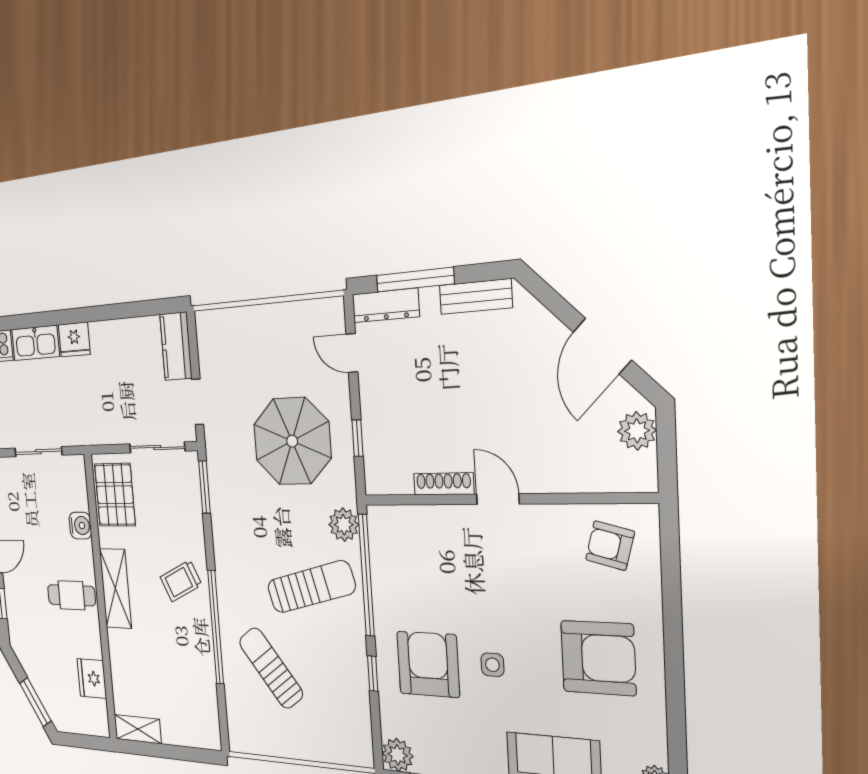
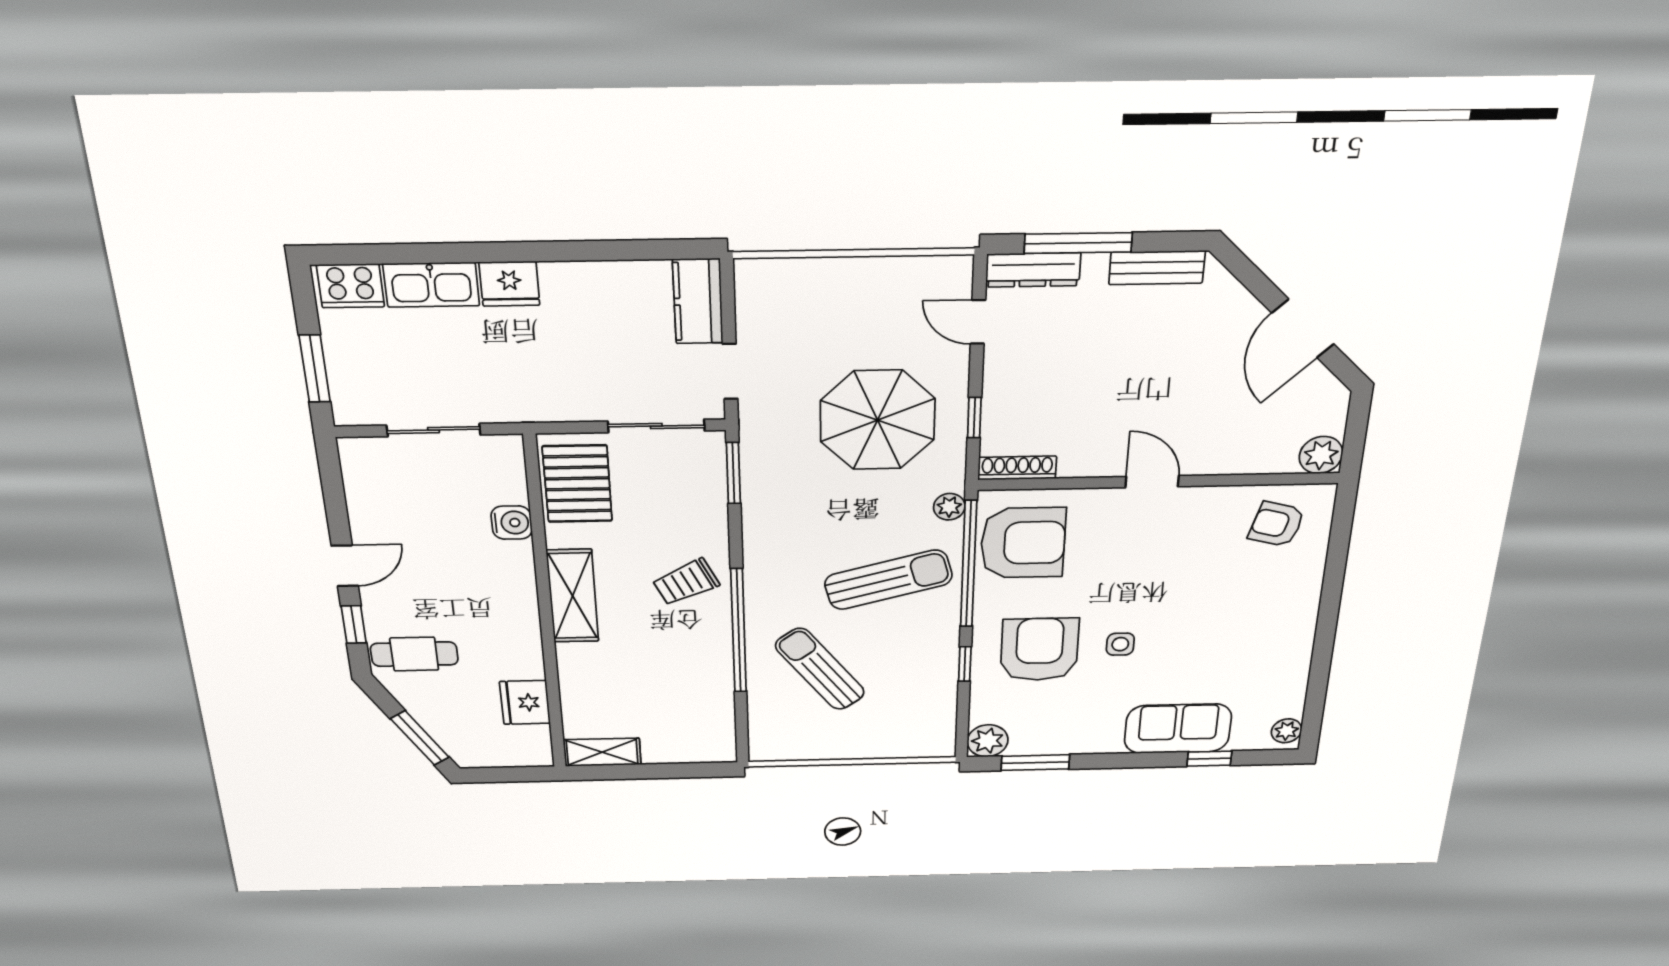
plant: (637, 431) -> (1321, 455), moved
shoe rack: (444, 484) -> (1017, 468), moved
plant: (344, 525) -> (949, 507), width x0.73, depth x0.73
cafe table: (71, 595) -> (414, 654), moved
armchair: (598, 658) -> (1023, 543), moved

